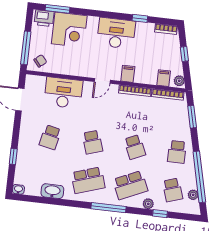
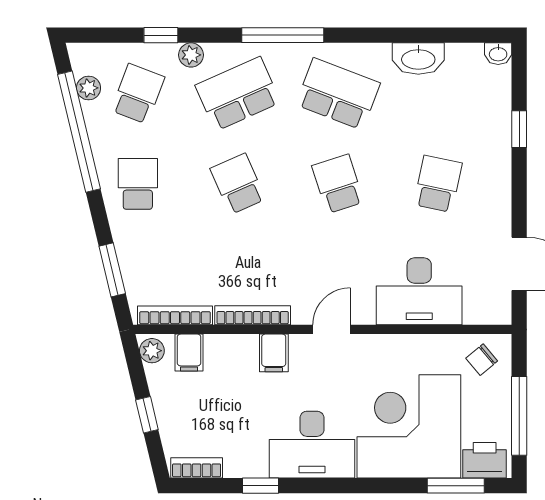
corner desk: (69, 30) -> (409, 426), width x1.36, depth x1.36
window: (26, 48) -> (519, 416), moved
school desk: (88, 180) -> (338, 94), turned 39
school desk: (173, 190) -> (138, 94), turned 39

